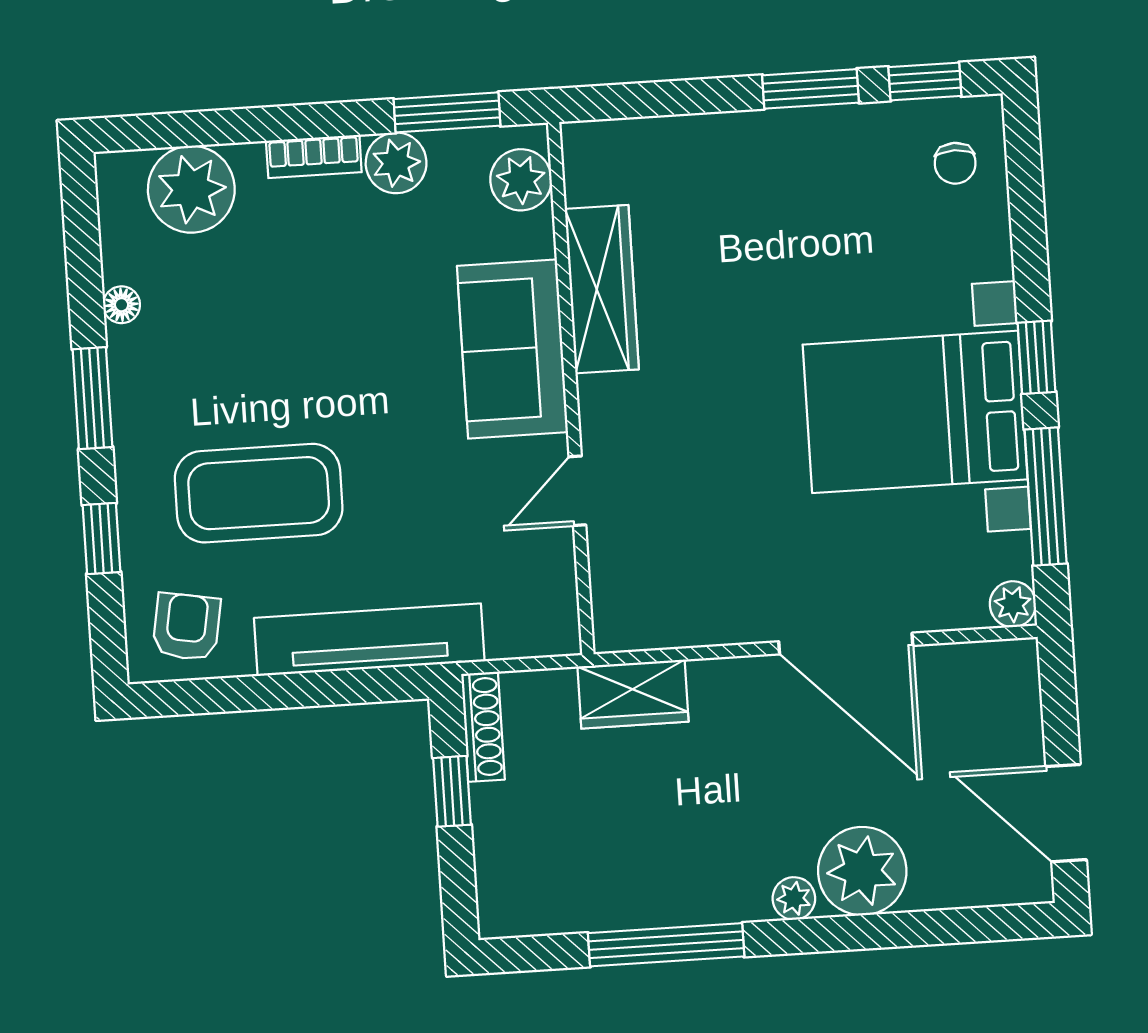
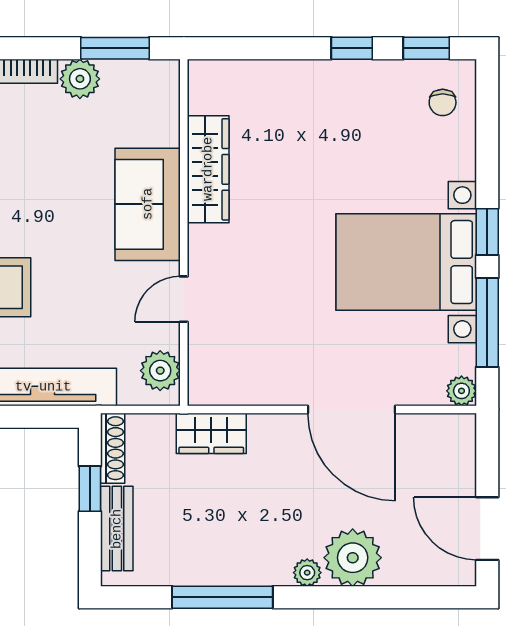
window: (811, 89) -> (352, 48), width x0.67
plant: (521, 180) -> (160, 371), moved
bench: (497, 850) -> (117, 529), added

